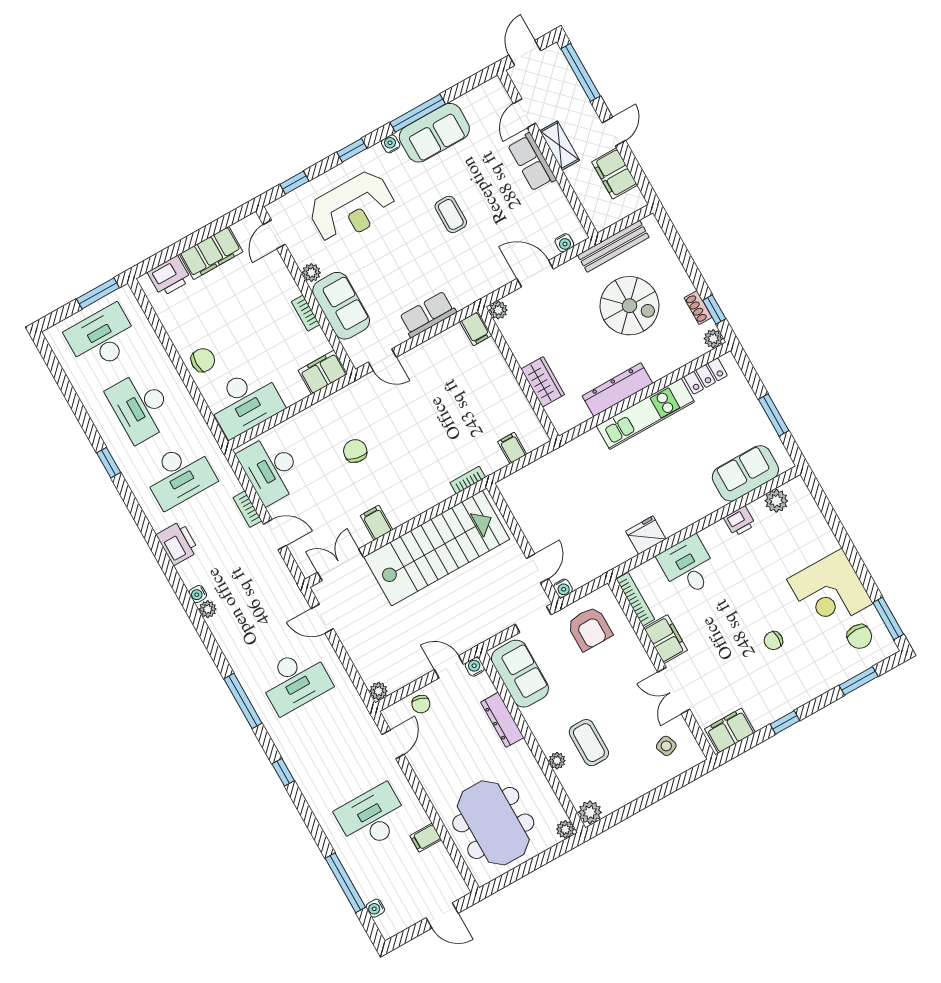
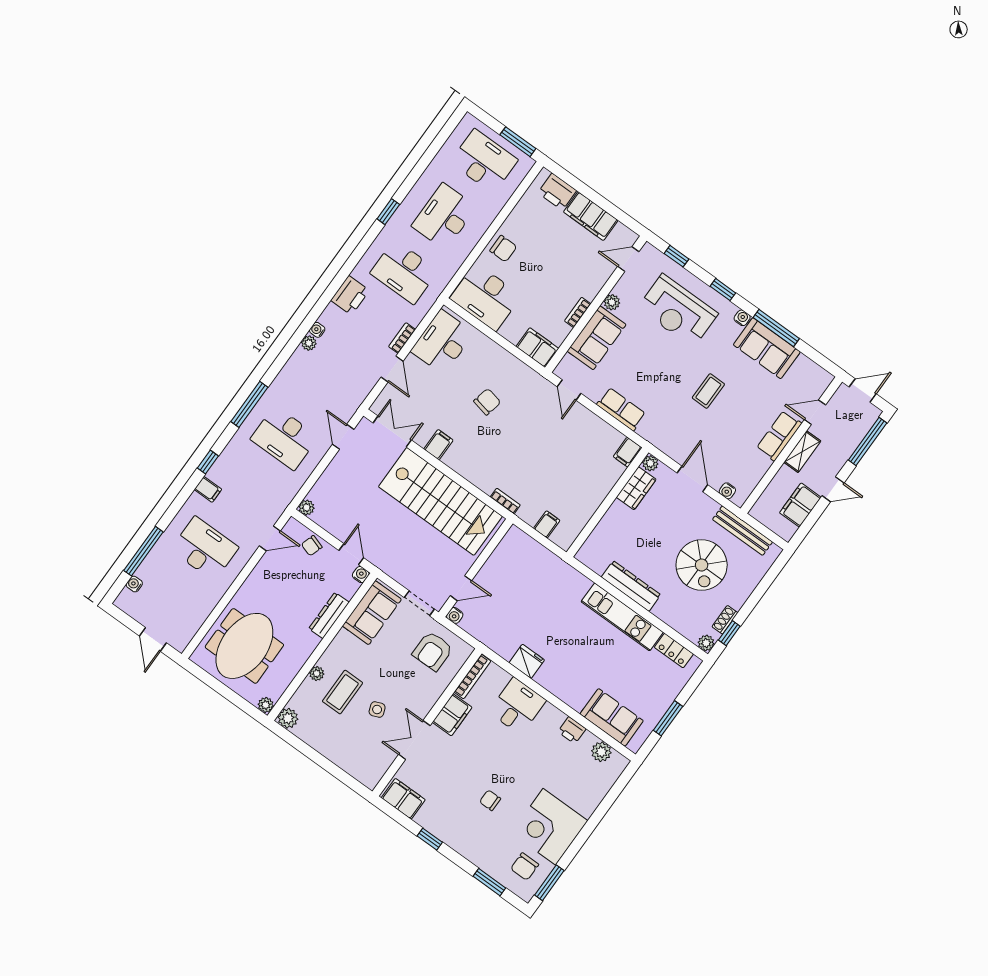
wardrobe: (543, 382) -> (636, 488), moved
side table: (666, 746) -> (377, 709), moved
filing cabinet: (426, 838) -> (208, 489), moved, turned 180

